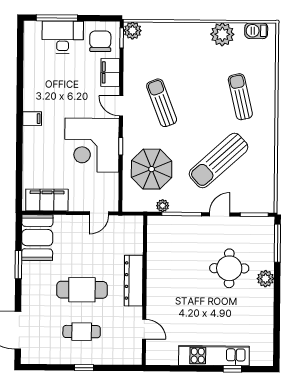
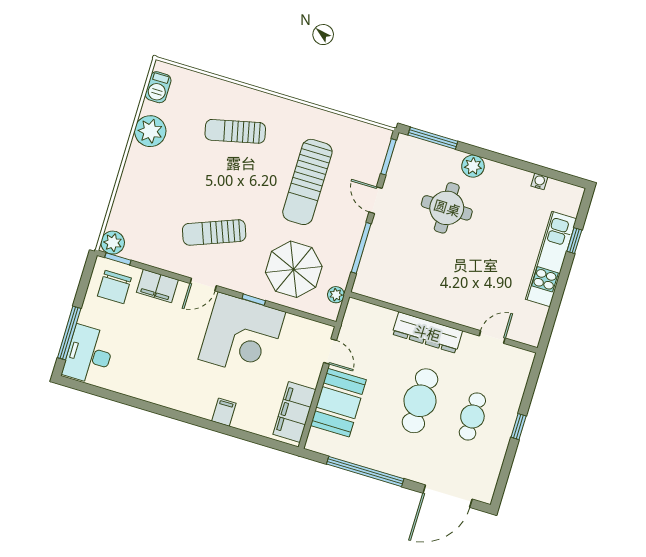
desk: (63, 37) -> (89, 355), moved
chair: (100, 41) -> (114, 287), turned -90
filing cabinet: (32, 119) -> (224, 412), moved
sun lounger: (219, 160) -> (307, 182), turned 42
plant: (163, 206) -> (336, 295), moved
booth: (37, 238) -> (338, 403), moved, turned 90
window: (18, 265) -> (365, 471), width x2.11
water cooler: (268, 331) -> (539, 181), added

